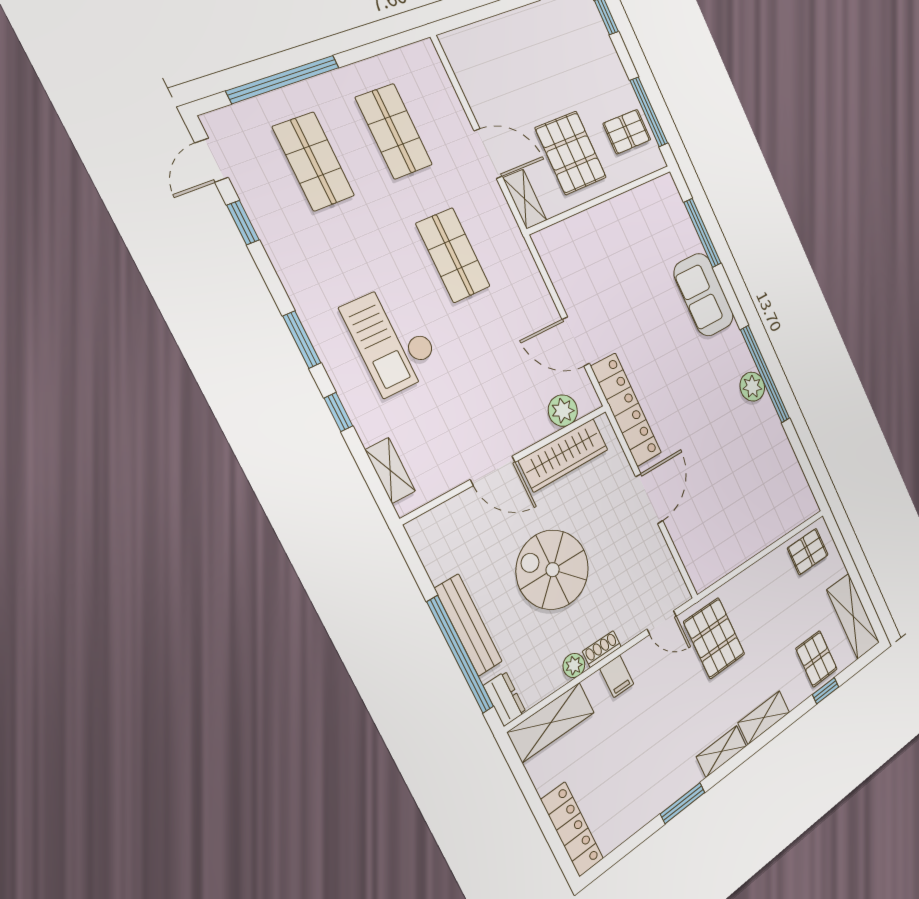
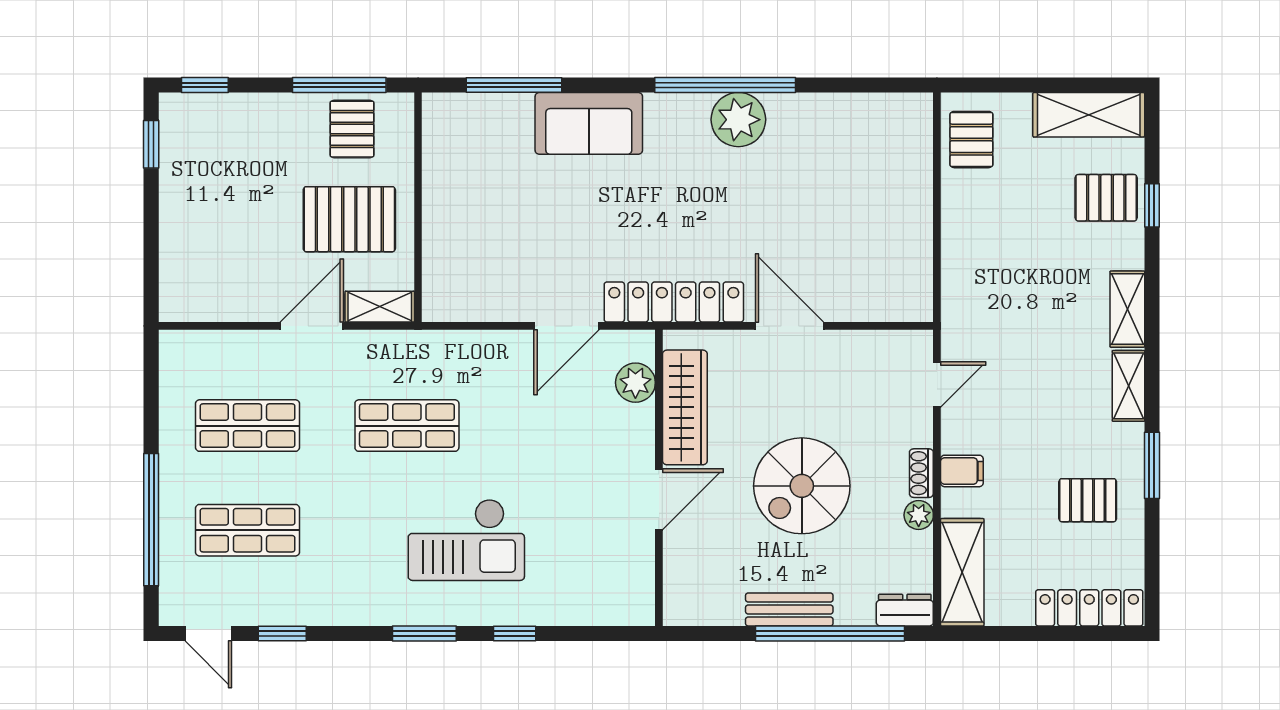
plant: (752, 387) -> (738, 120), width x1.36, depth x1.36
shelving: (390, 470) -> (601, 610), removed
bench: (468, 625) -> (789, 609), width x0.73
pallet: (714, 638) -> (1088, 500), moved, width x0.67, depth x0.71

